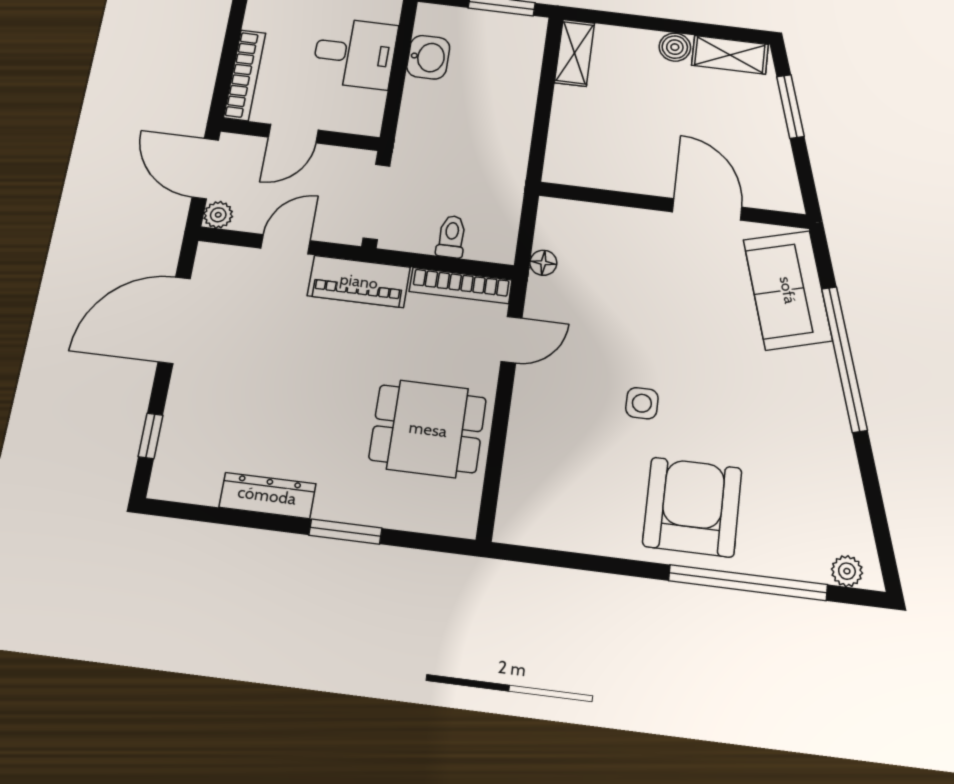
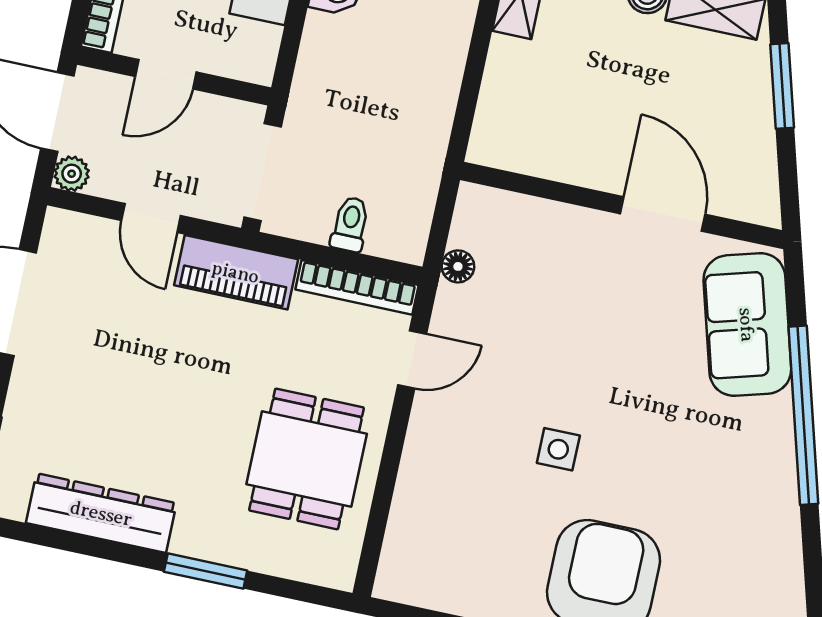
door: (286, 244) -> (151, 218), swing flipped
dining table: (428, 429) -> (307, 459), turned 90
dresser: (267, 495) -> (101, 513), width x1.37, depth x1.24

